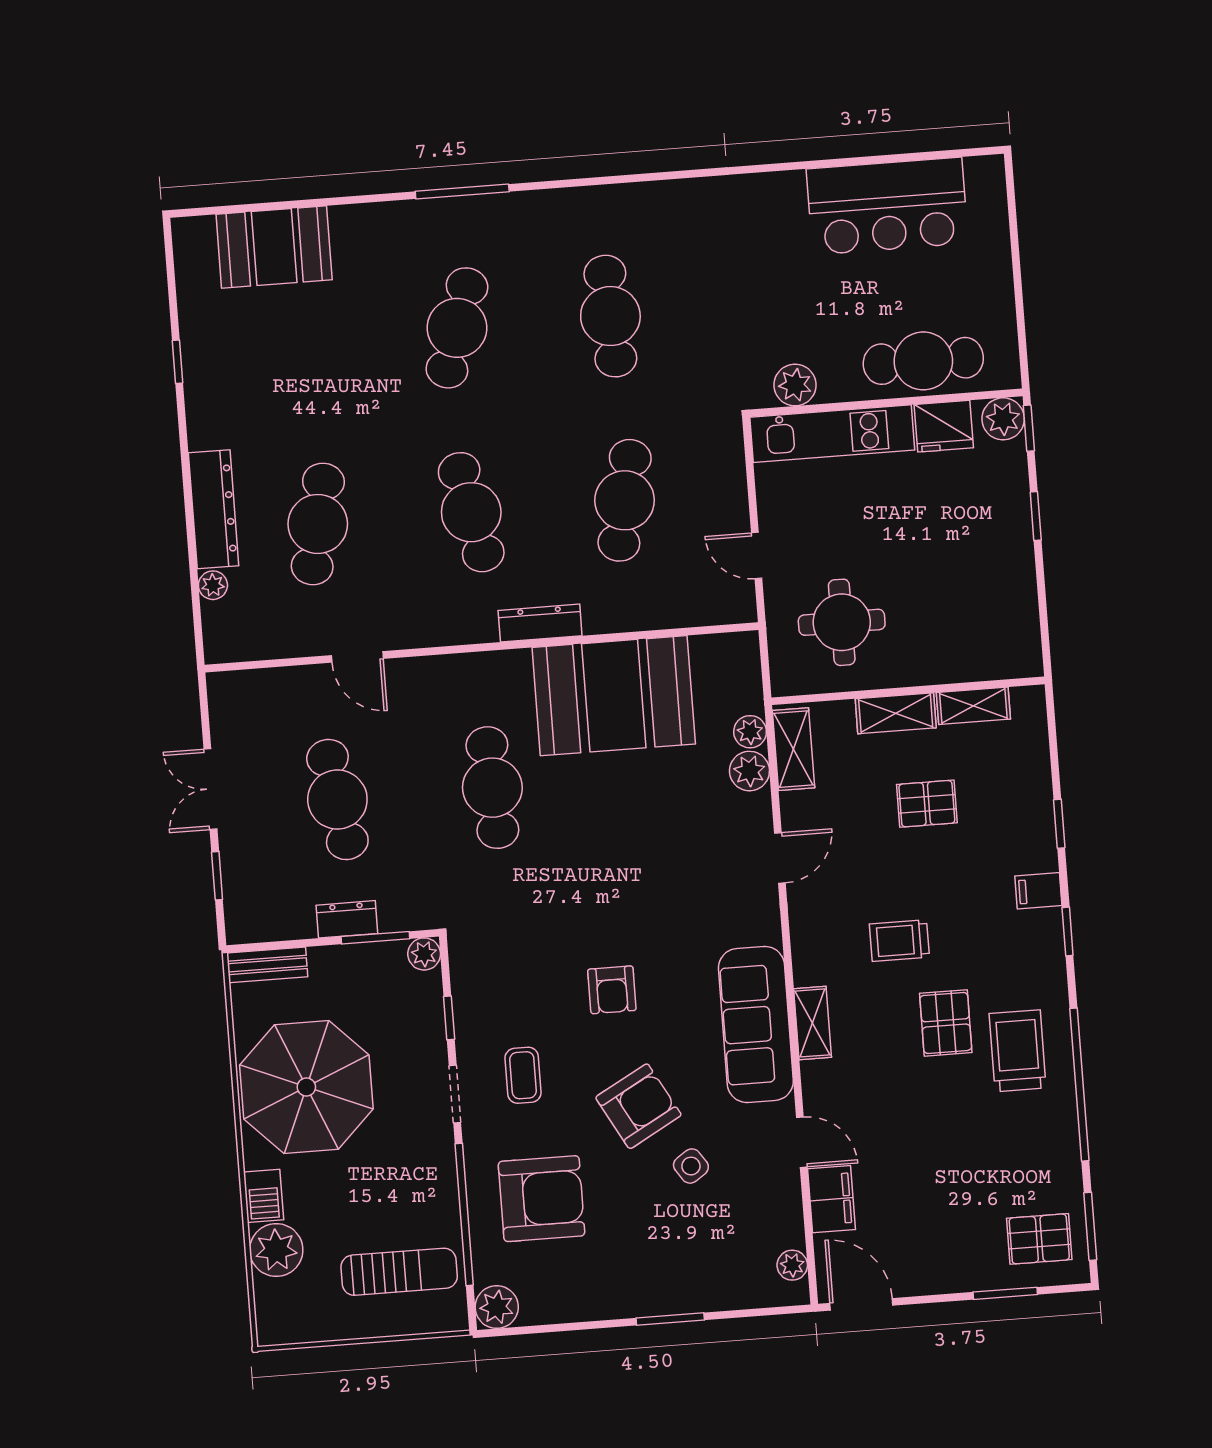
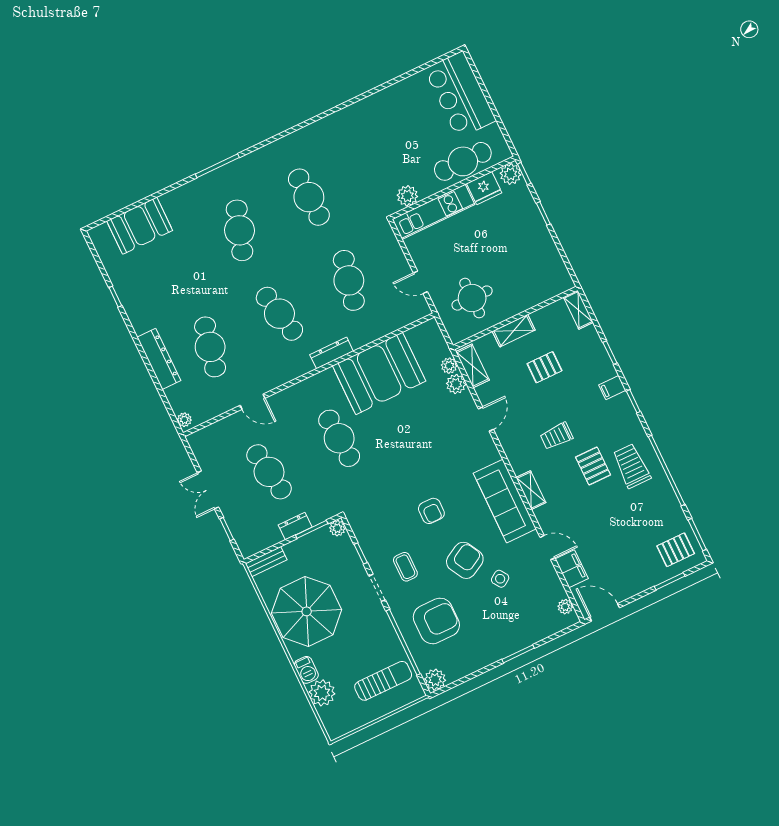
bar counter: (887, 206) -> (460, 95), moved, turned 90
plant: (213, 585) -> (184, 420), moved
shelving: (973, 706) -> (578, 310), moved, turned 90

